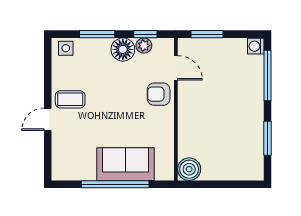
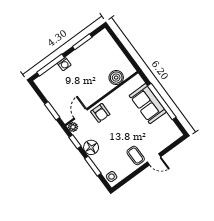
plant: (144, 46) -> (73, 127), moved
washing machine: (256, 46) -> (64, 64), moved
boiler: (189, 169) -> (116, 78), moved

